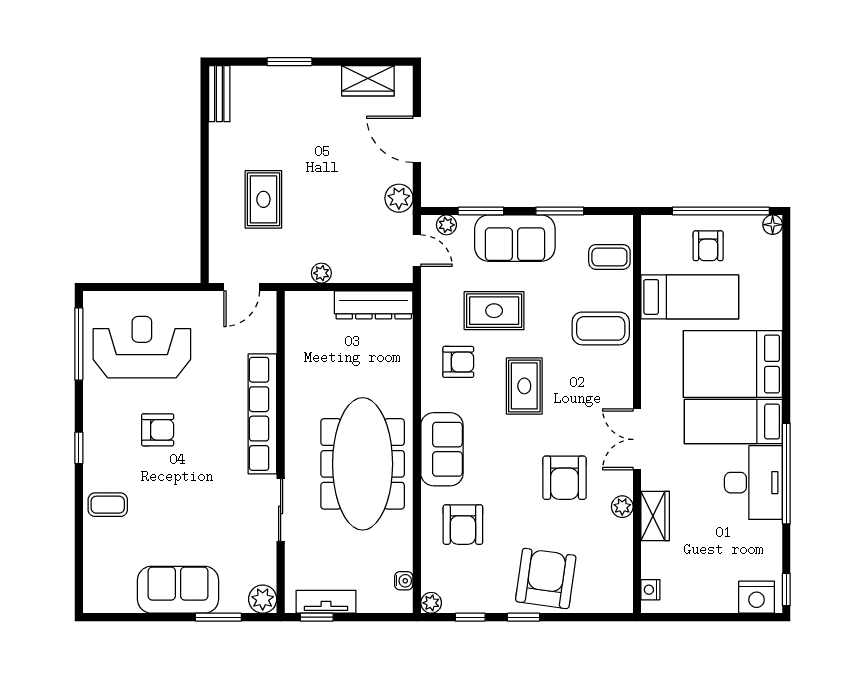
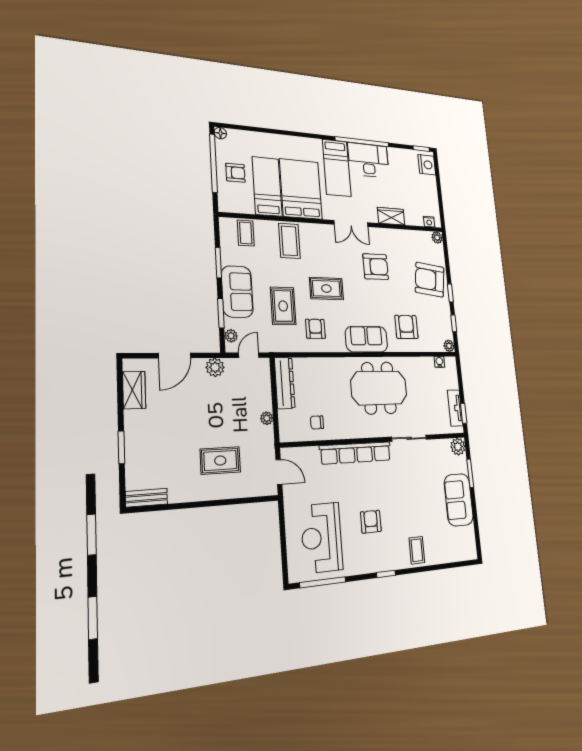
chair: (312, 353) -> (317, 422), added
bed: (733, 364) -> (301, 189), moved, turned 180
meeting table: (363, 464) -> (379, 388), width x0.73
plant: (622, 507) -> (437, 238), moved
armchair: (463, 525) -> (406, 327), turned -90

